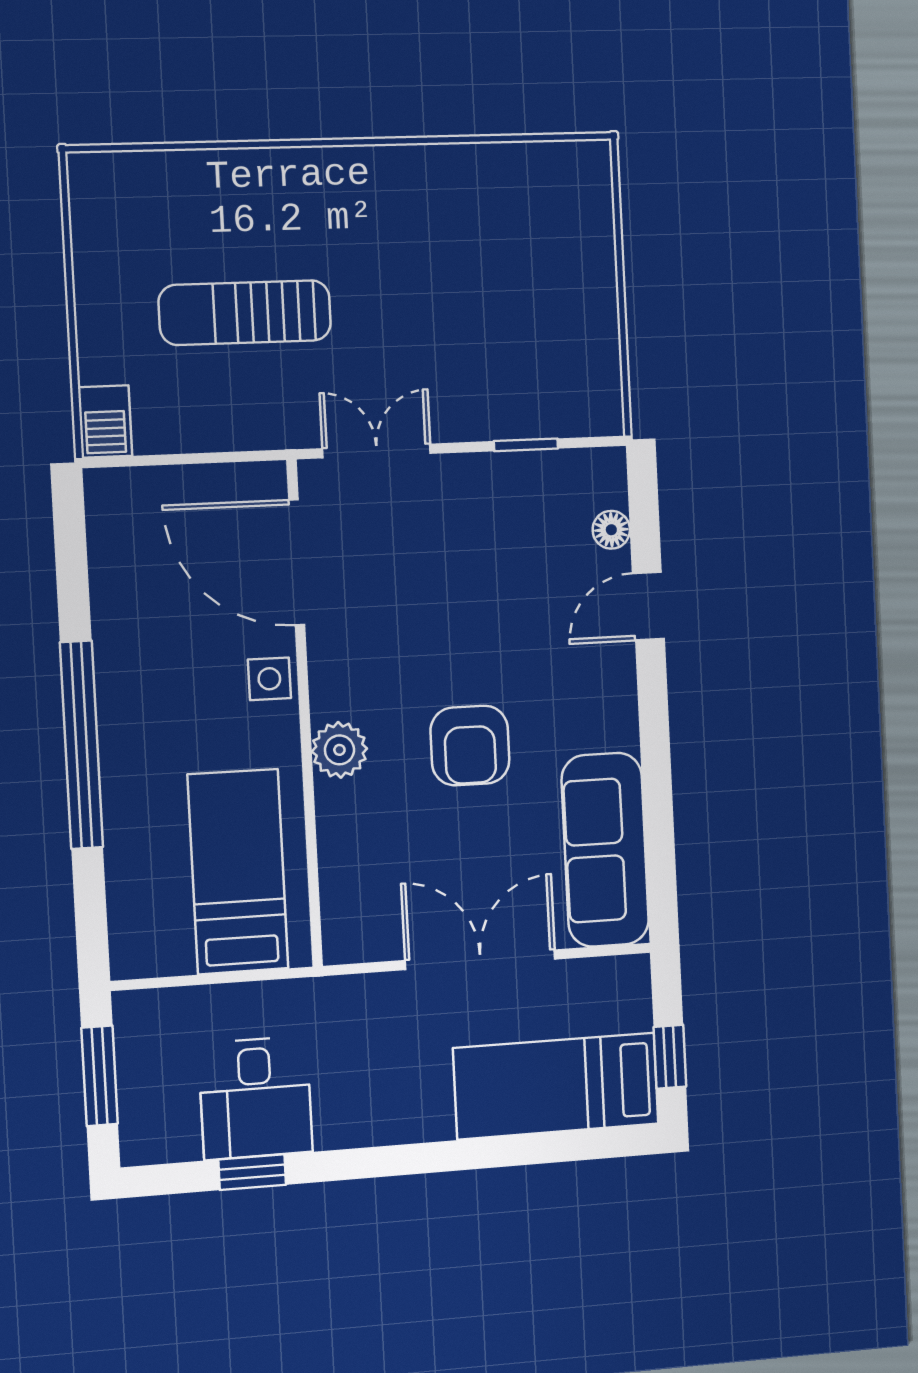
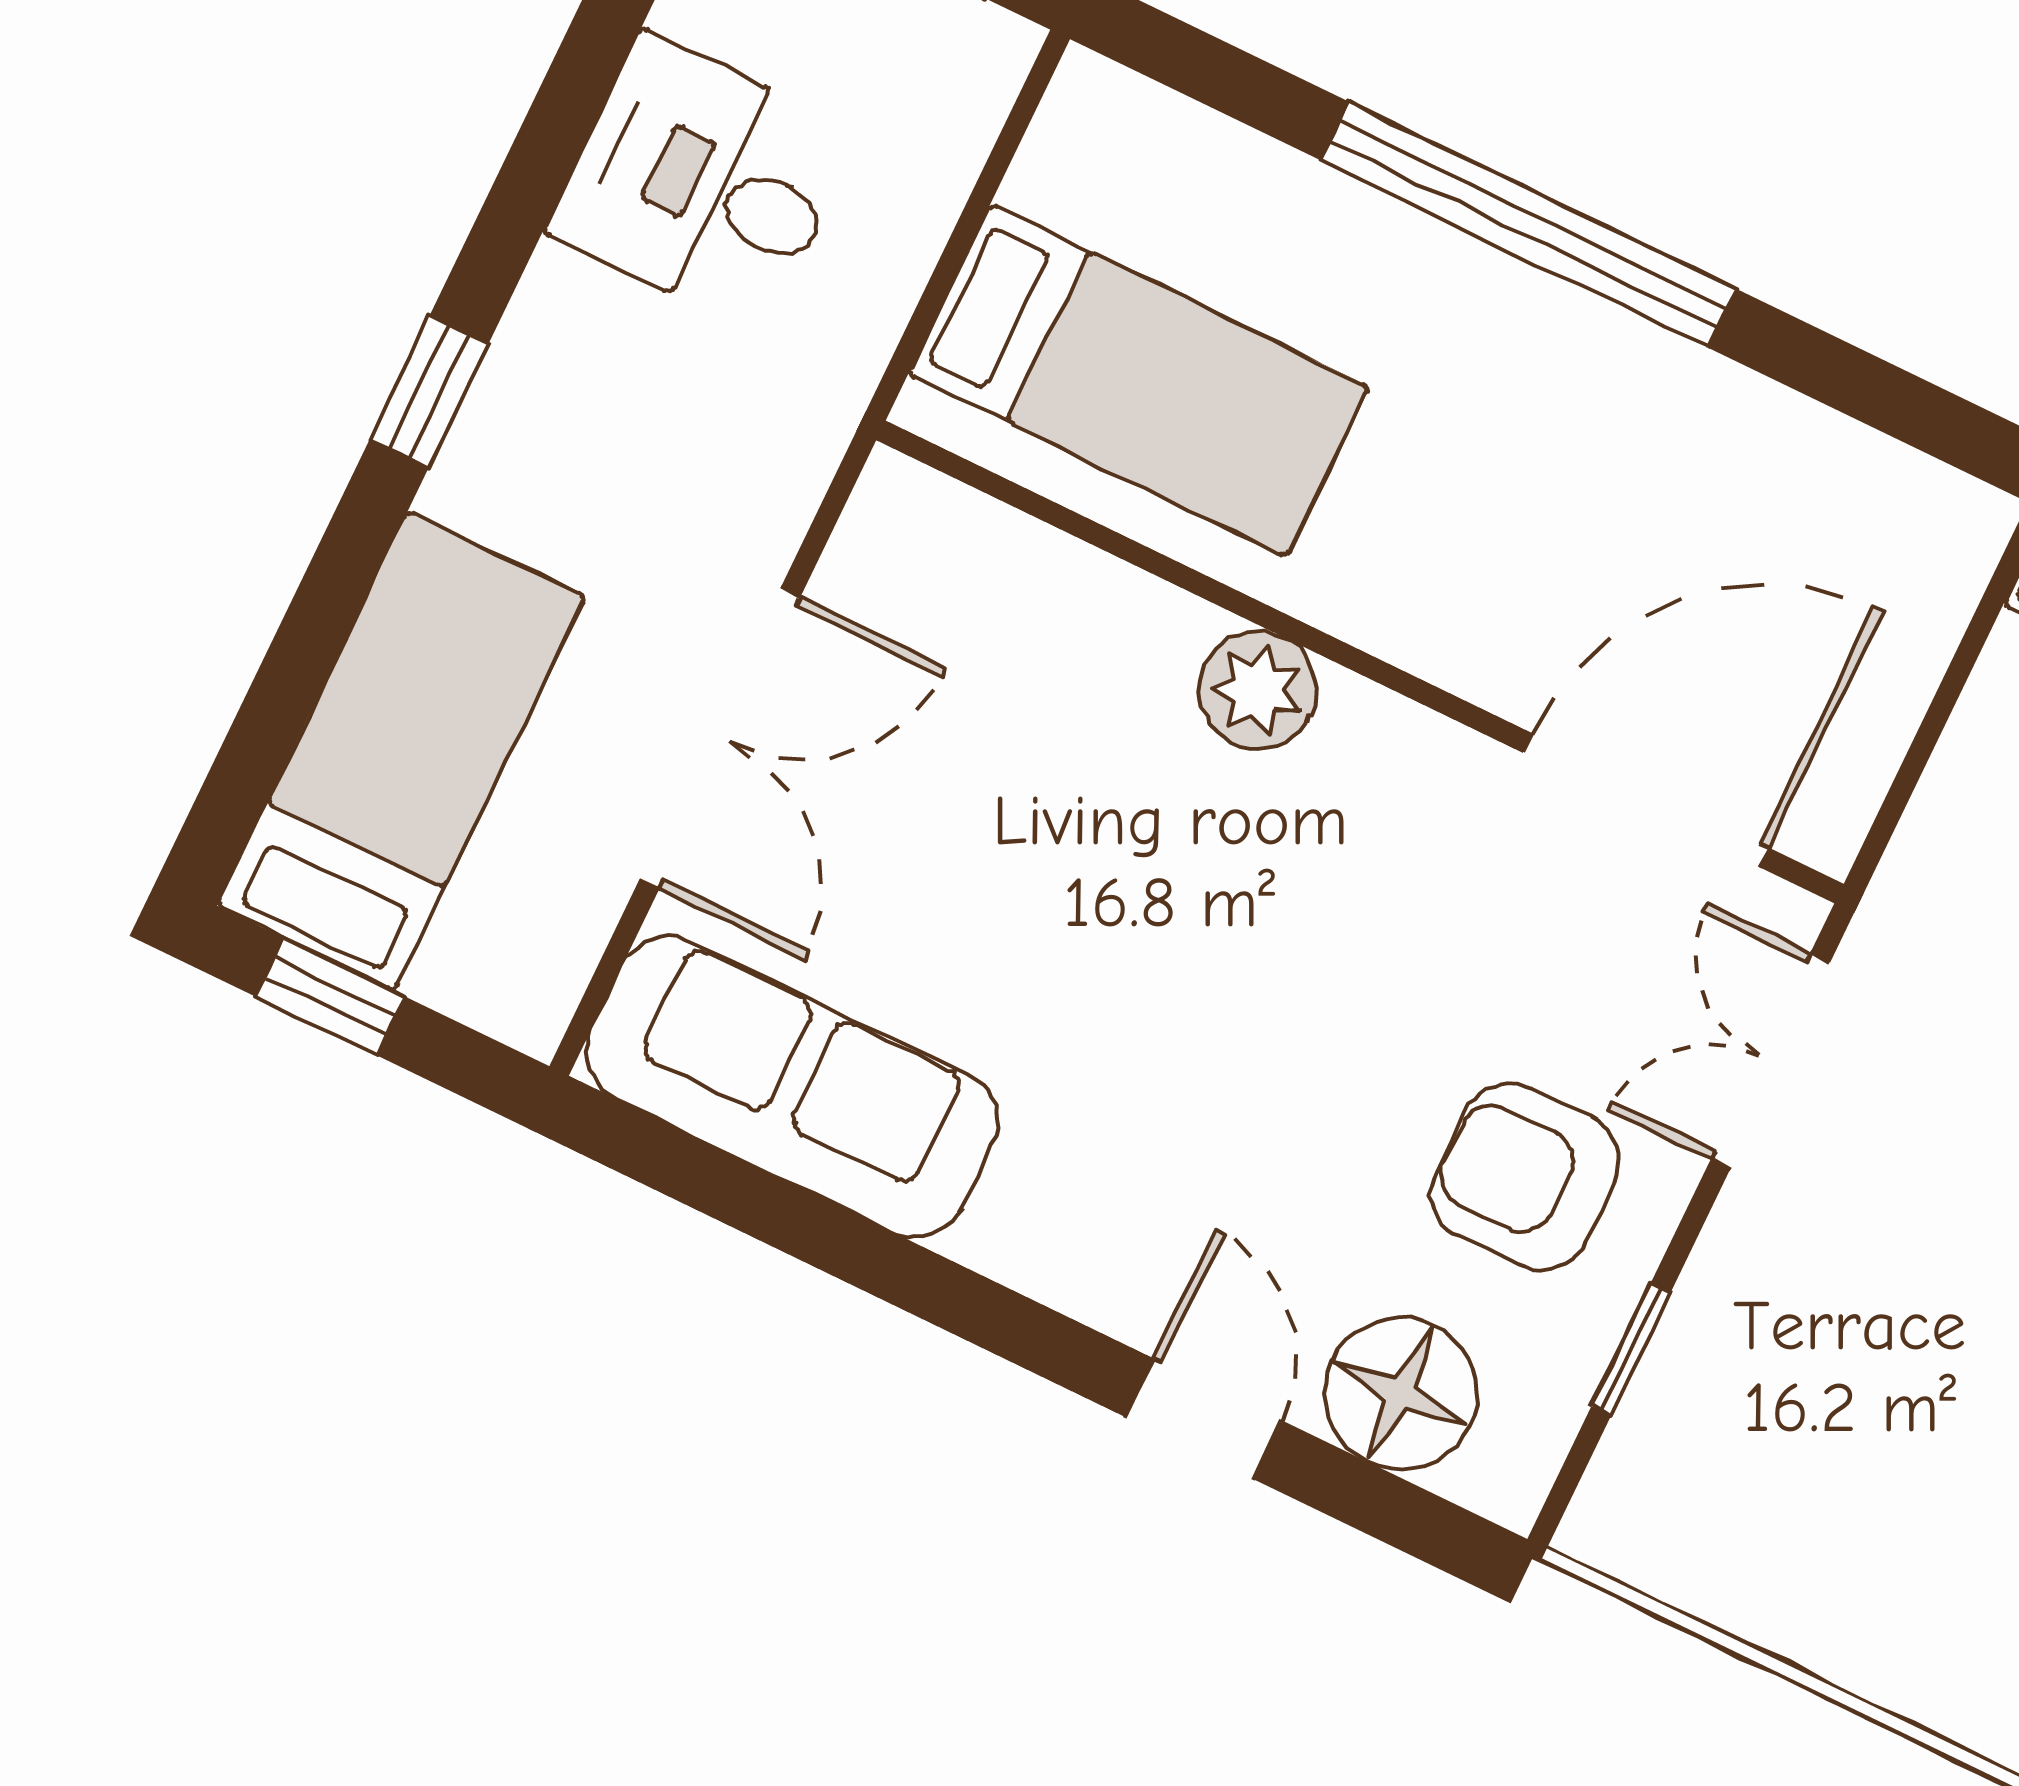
double door: (377, 451) -> (1770, 1061), swing flipped
floor lamp: (611, 530) -> (1401, 1393), width x1.89, depth x1.89
side table: (269, 679) -> (1460, 632), removed
armchair: (470, 746) -> (1525, 1177), moved
window: (252, 1172) -> (429, 391), moved

